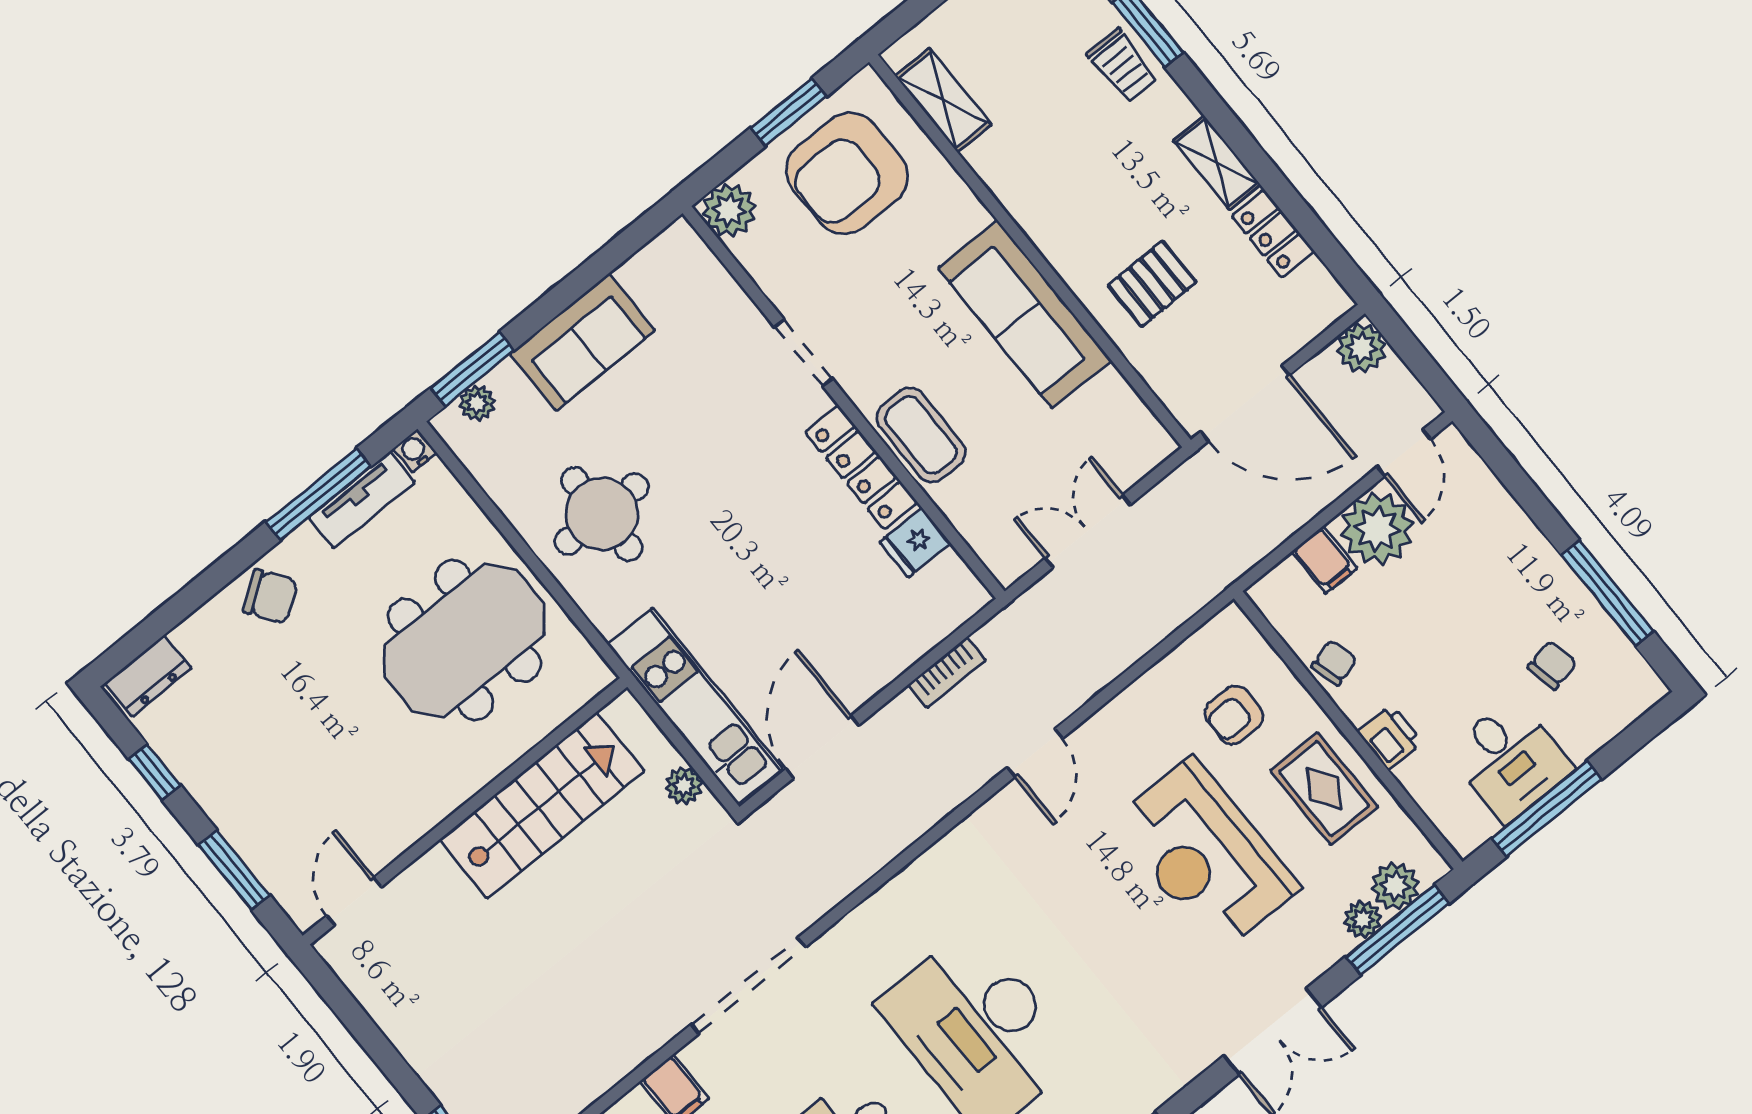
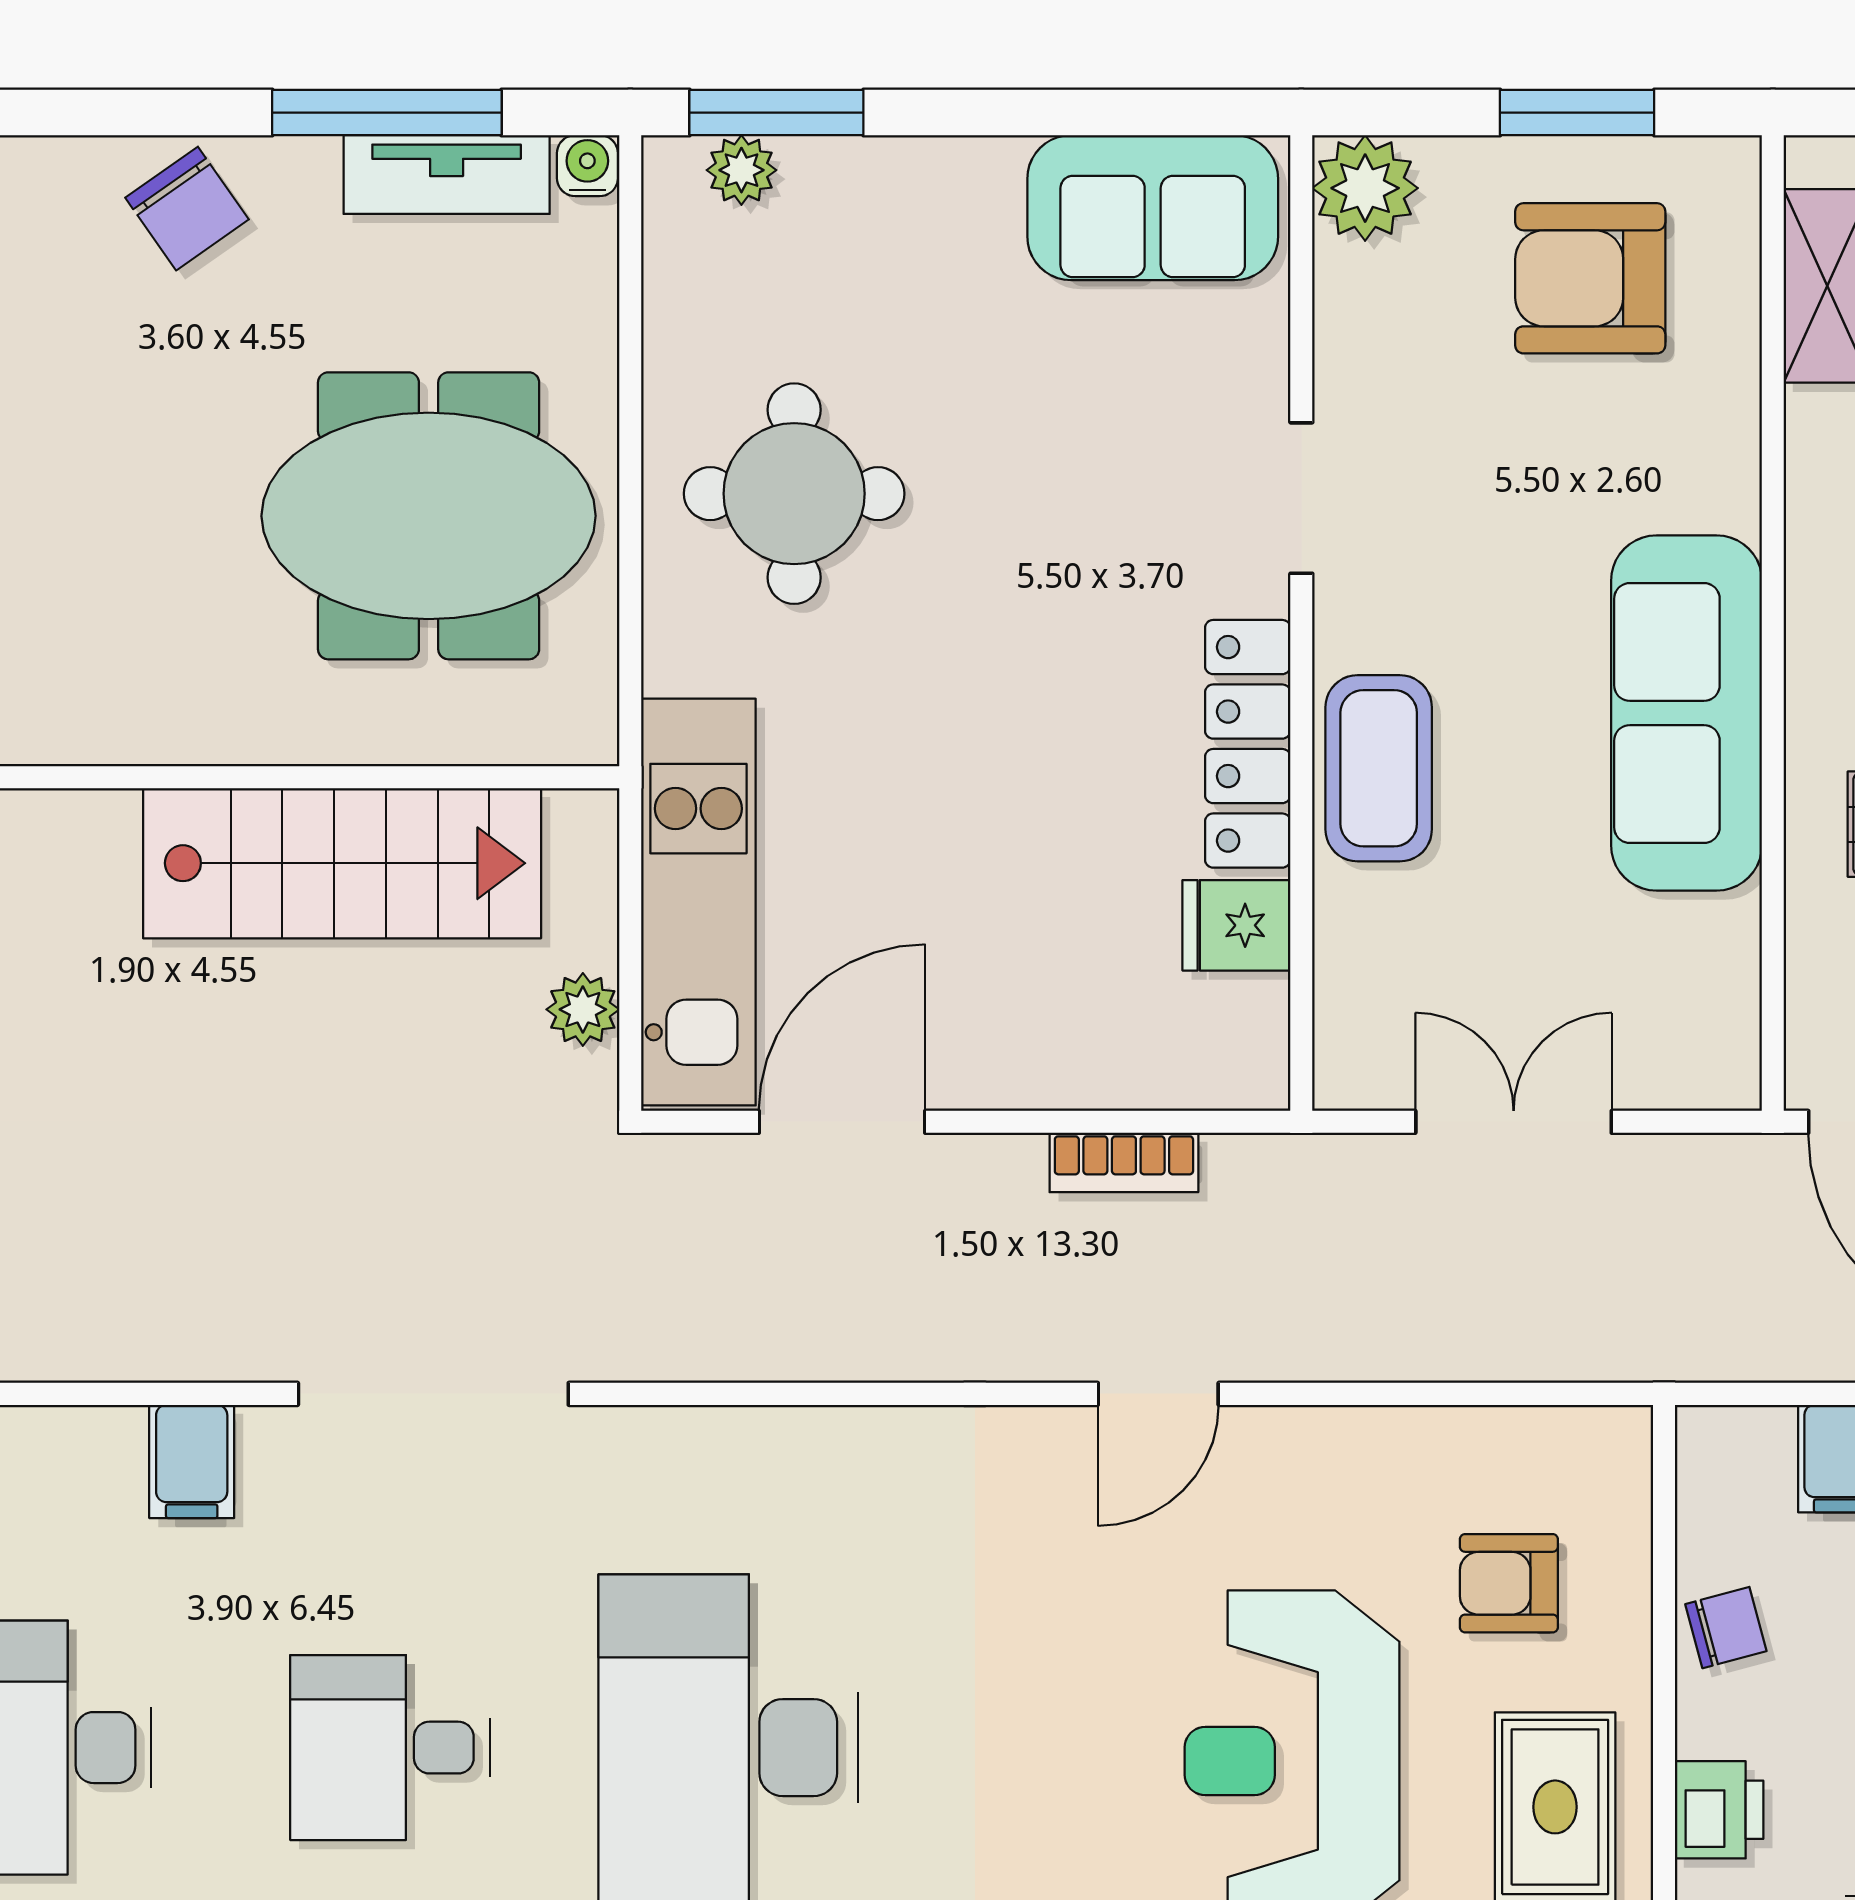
armchair: (847, 173) -> (1590, 278), width x0.73, depth x0.73
sofa: (582, 342) -> (1153, 208), moved

